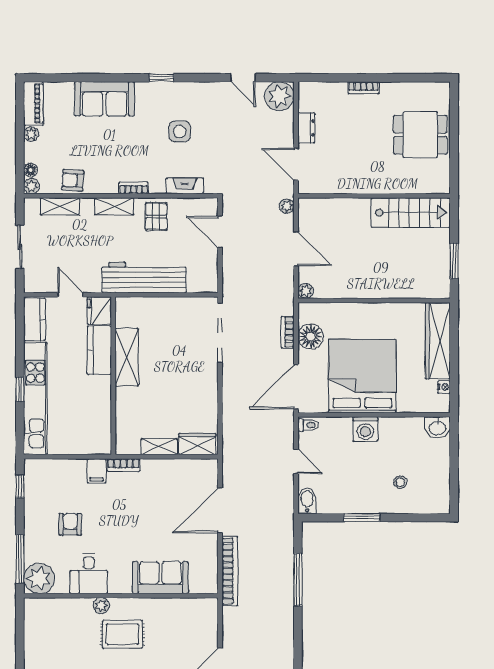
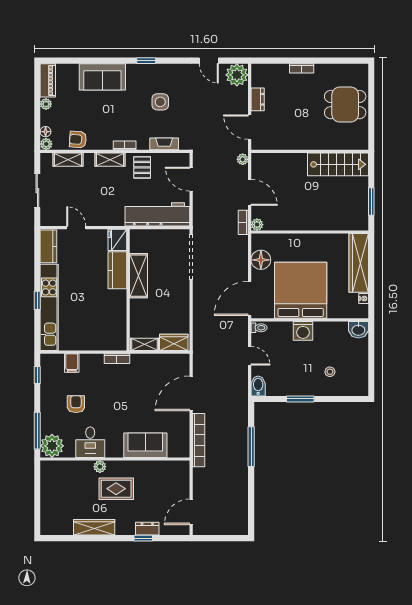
workbench: (144, 278) -> (157, 214), moved
fridge: (99, 311) -> (117, 240), moved
bookcase: (288, 332) -> (243, 222), moved
kitchen counter: (99, 350) -> (117, 270), moved
shelving: (127, 357) -> (138, 276), moved
wall: (113, 376) -> (128, 290), moved
filing cabinet: (97, 471) -> (72, 363), moved

